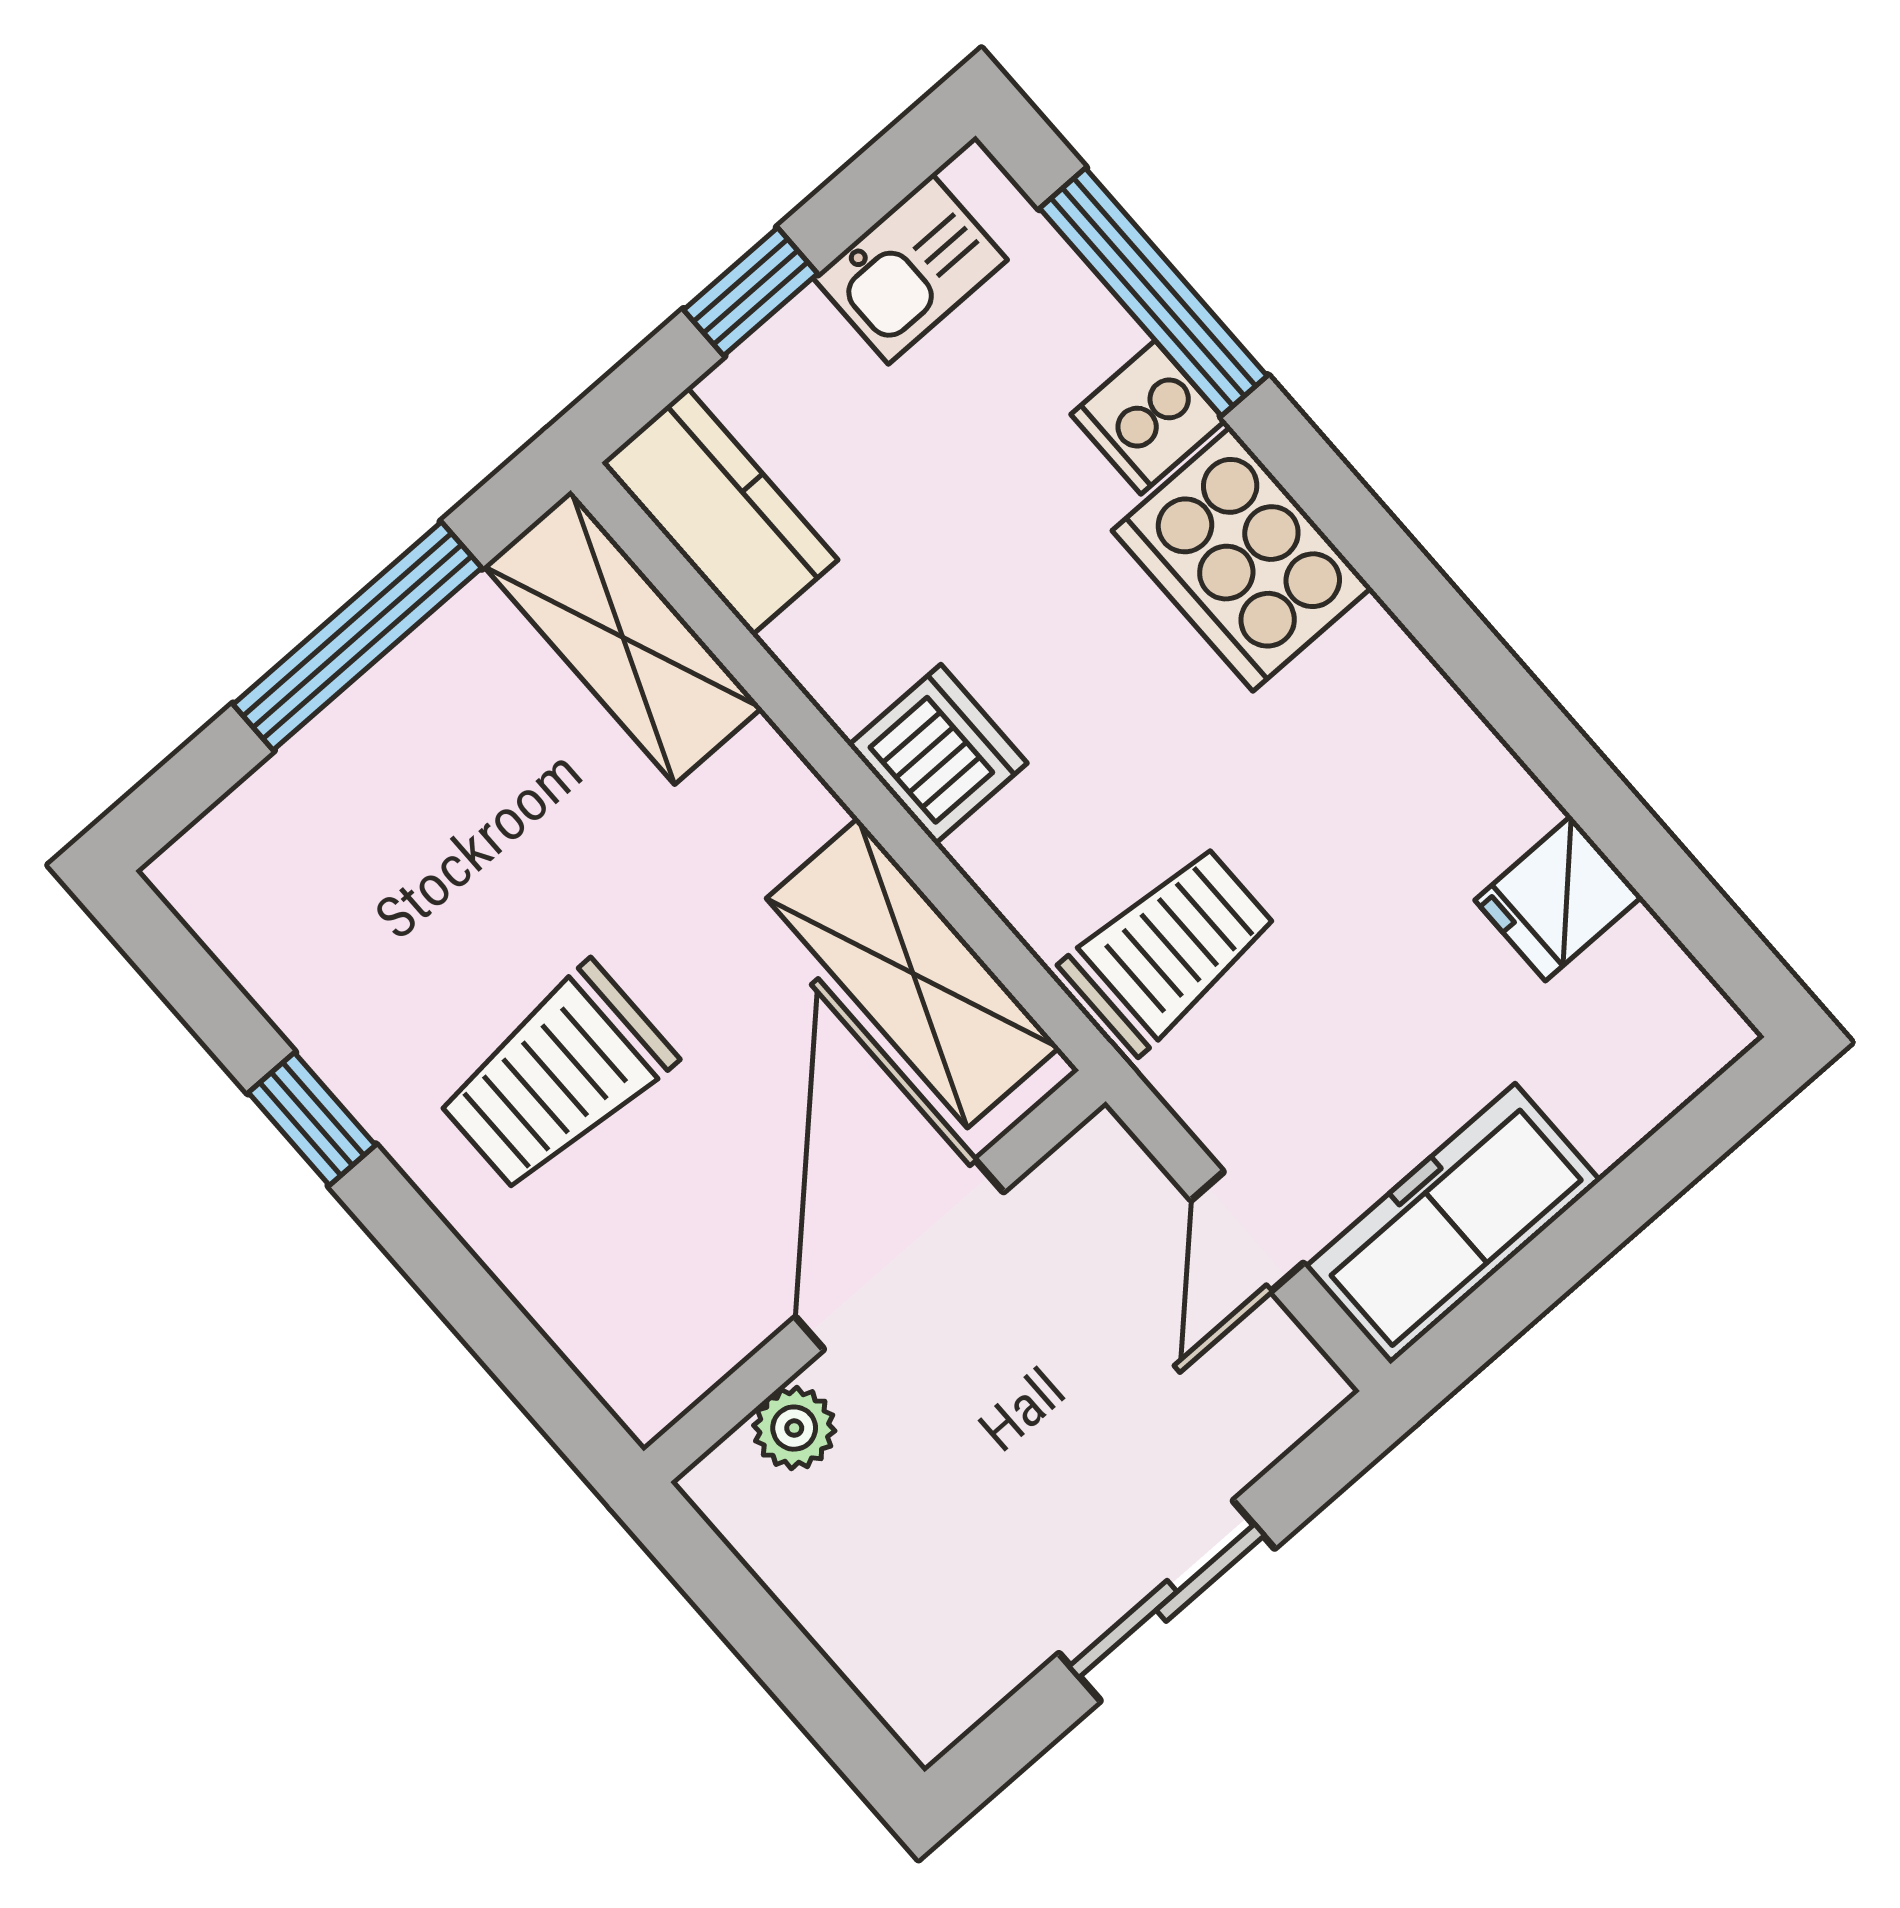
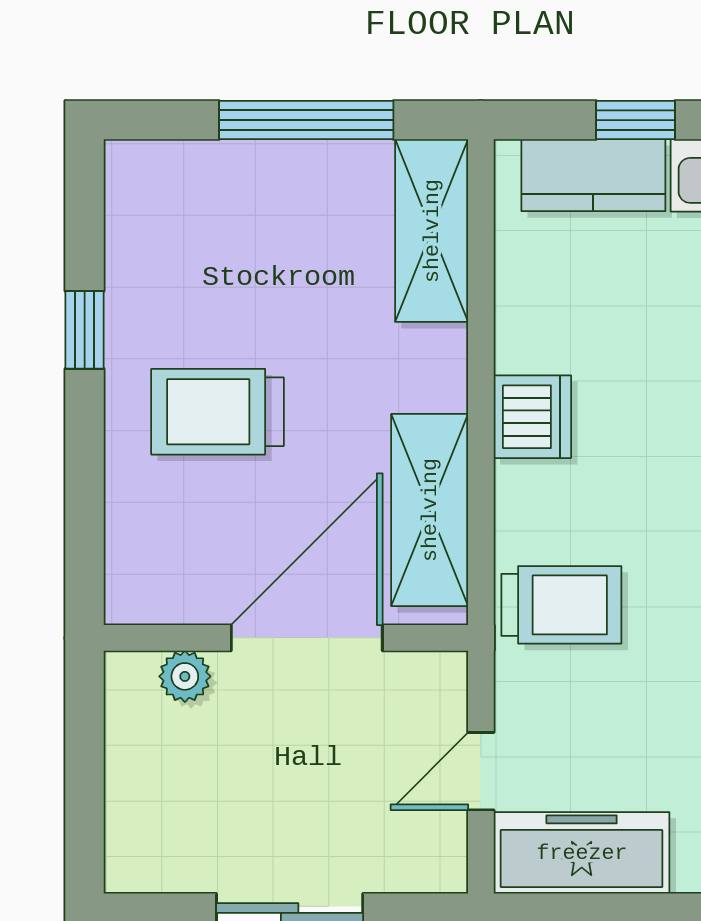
kitchen counter: (720, 511) -> (593, 175), moved, turned 90

